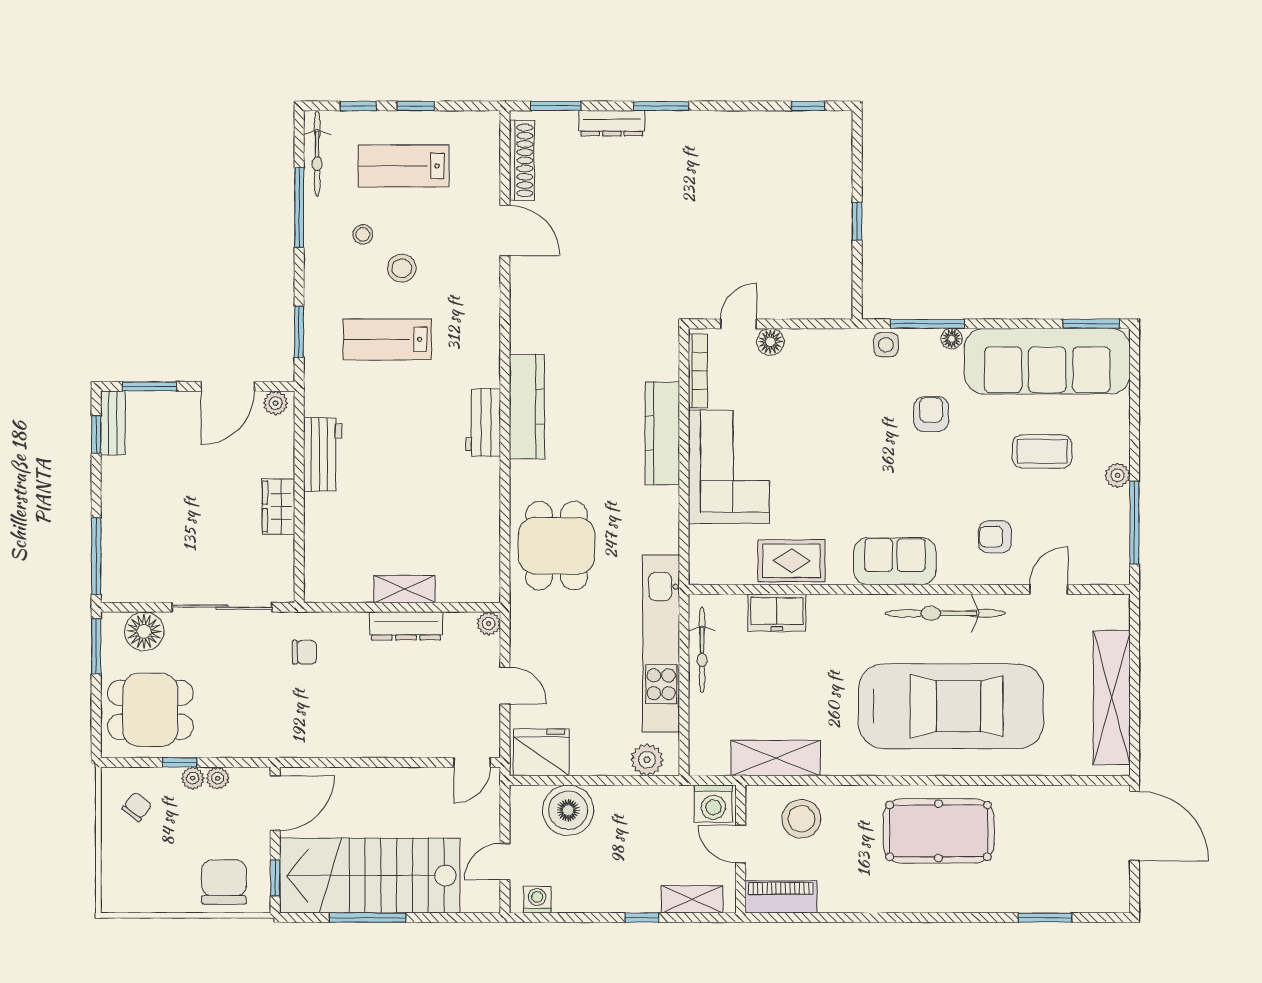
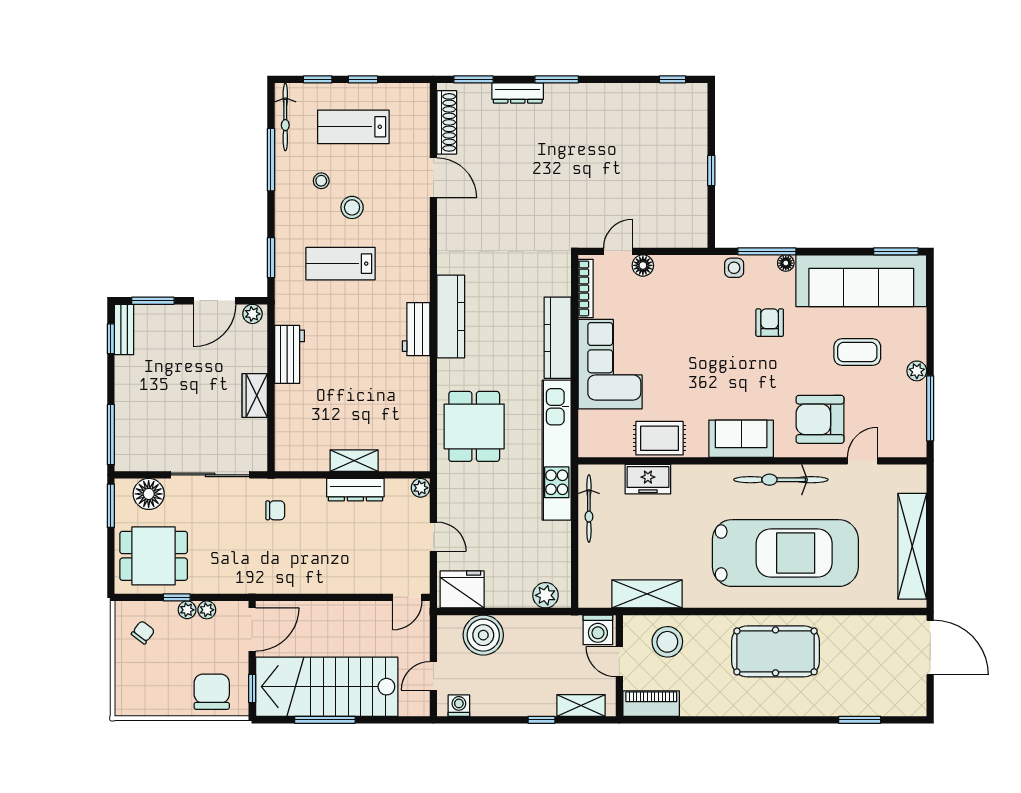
armchair: (995, 537) -> (820, 419), width x1.88, depth x1.88
kitchen unit: (661, 643) -> (557, 450), moved

